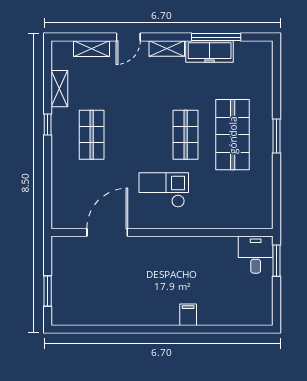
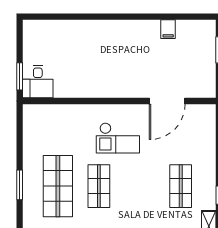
filing cabinet: (188, 315) -> (168, 29), moved

